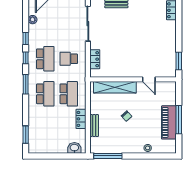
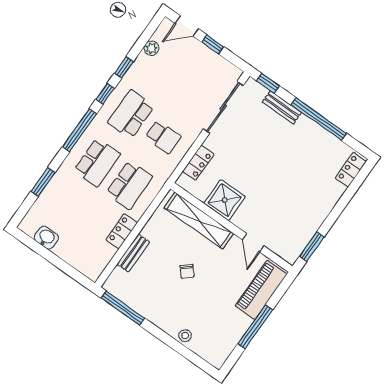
school desk: (45, 59) -> (131, 114), turned 180
school desk: (69, 59) -> (163, 137), turned 180
shower: (120, 68) -> (225, 200), added
window: (26, 84) -> (79, 130), width x1.44
piano: (169, 122) -> (261, 290), moved
window: (26, 135) -> (43, 182), moved
washbasin: (74, 148) -> (46, 238), moved

